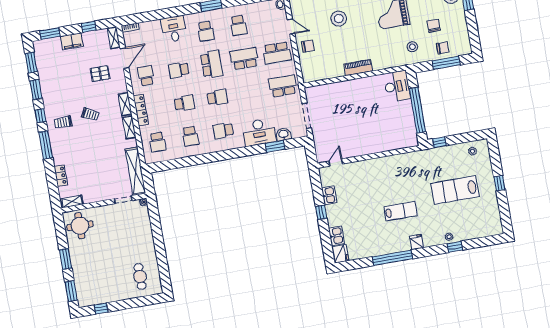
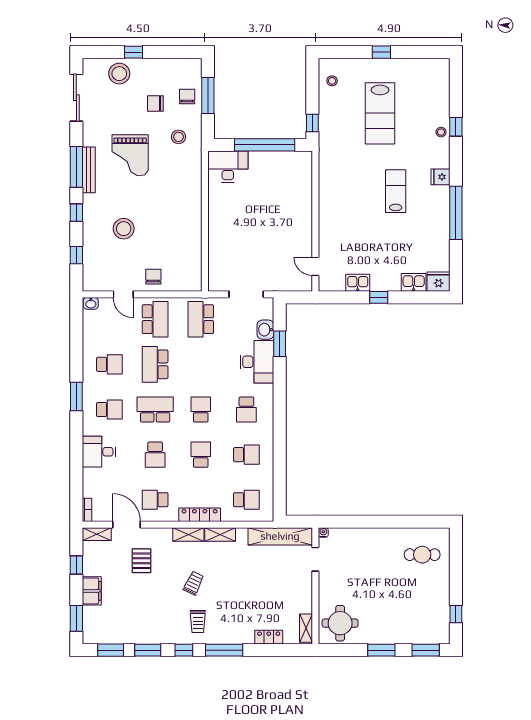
door: (291, 27) -> (123, 294), swing flipped
piano: (358, 68) -> (194, 214), removed

